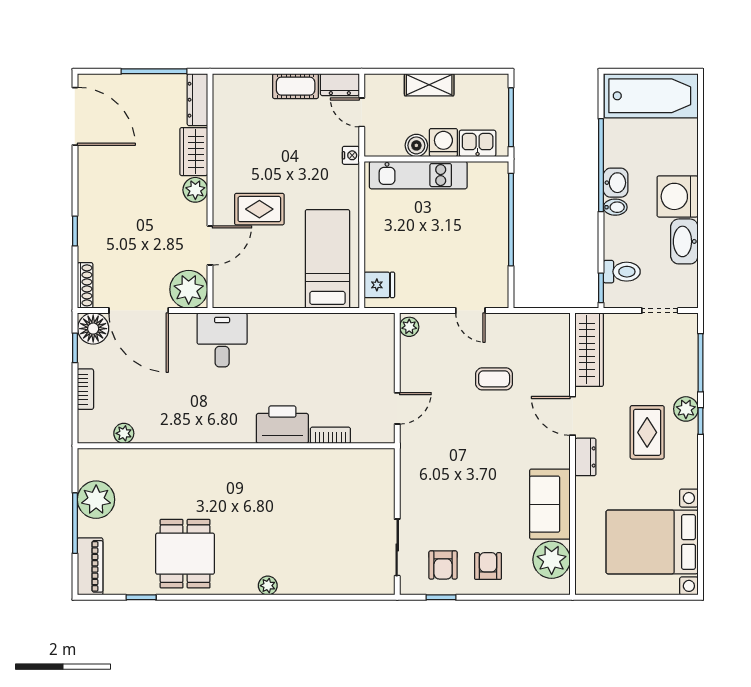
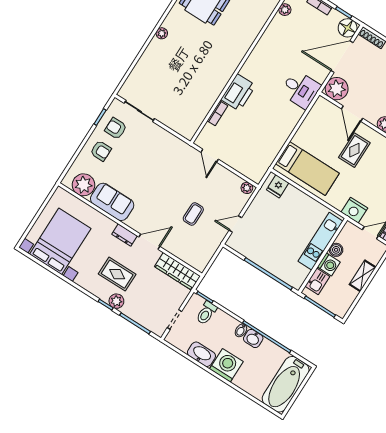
nightstand: (351, 155) -> (354, 210), width x1.89, depth x1.79

